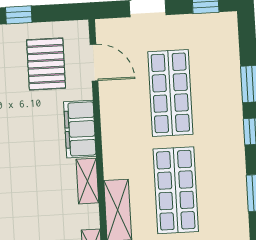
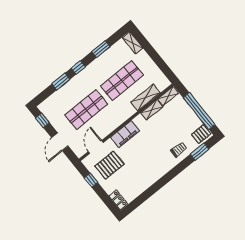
window: (19, 15) -> (91, 180), moved
shelving: (87, 181) -> (152, 110), moved

